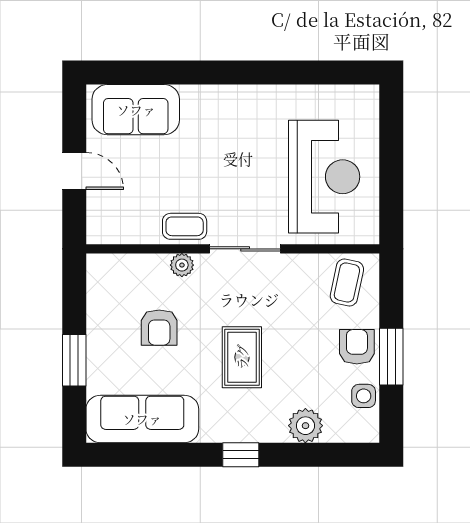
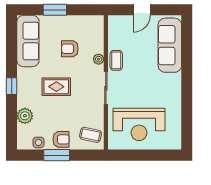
sofa: (136, 110) -> (170, 45), width x1.36

